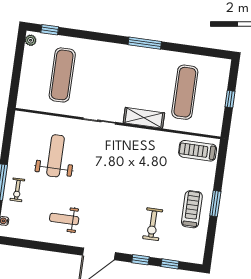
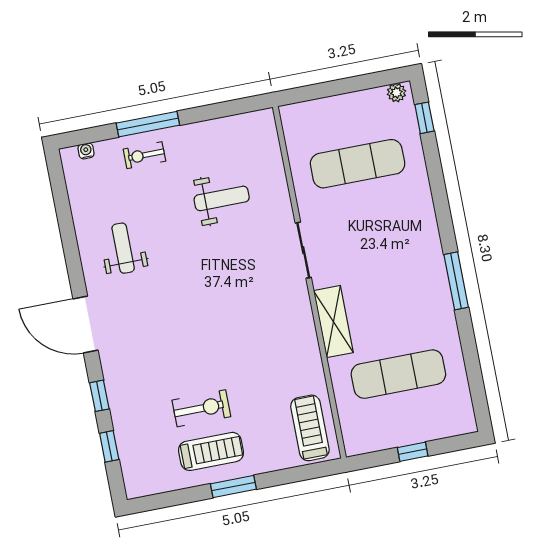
weight bench: (56, 156) -> (222, 198), width x0.73, depth x0.75
exercise bike: (153, 224) -> (201, 408), moved, turned 180

